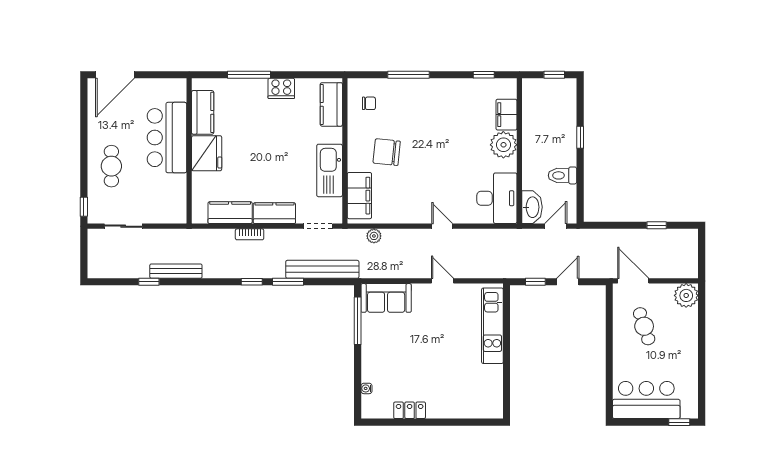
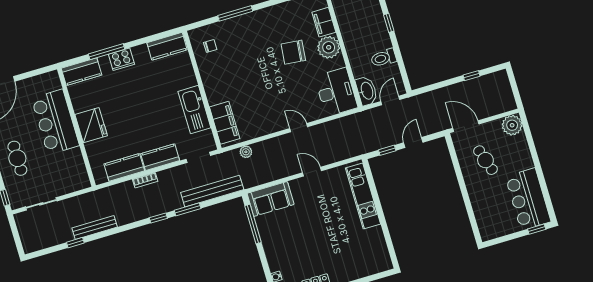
cooker: (281, 88) -> (121, 59), moved
kitchen counter: (331, 104) -> (167, 46), moved, turned -90
kitchen counter: (203, 112) -> (81, 72), moved, turned 90
chair: (387, 152) -> (293, 52), moved
bar counter: (646, 400) -> (528, 199), moved, turned -90

